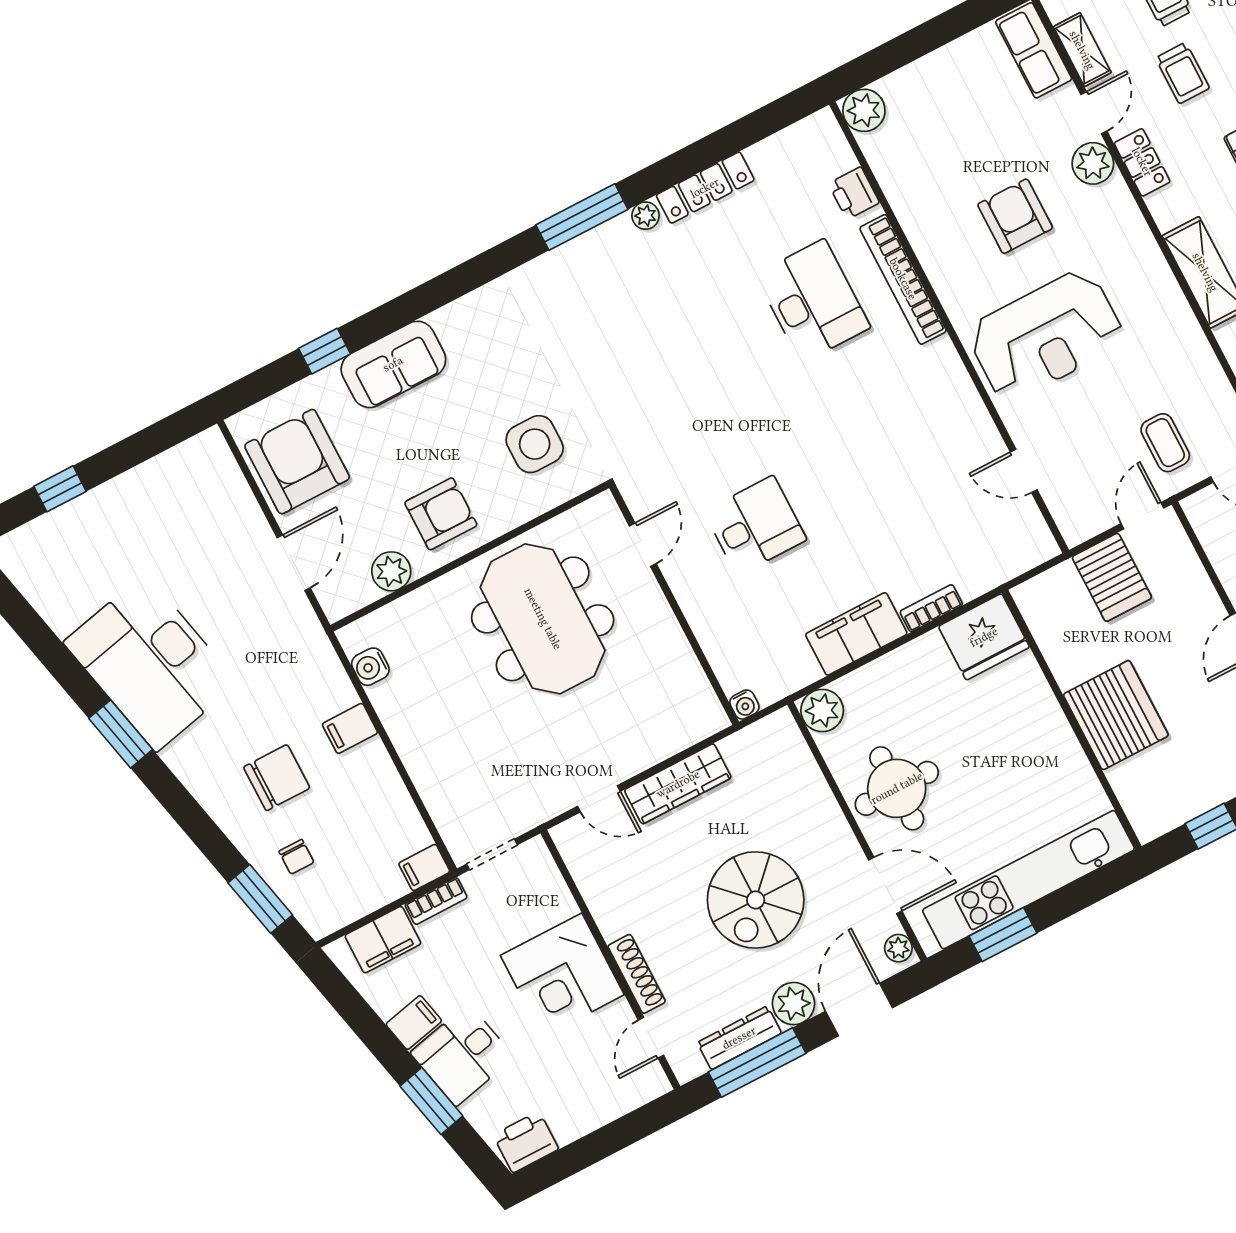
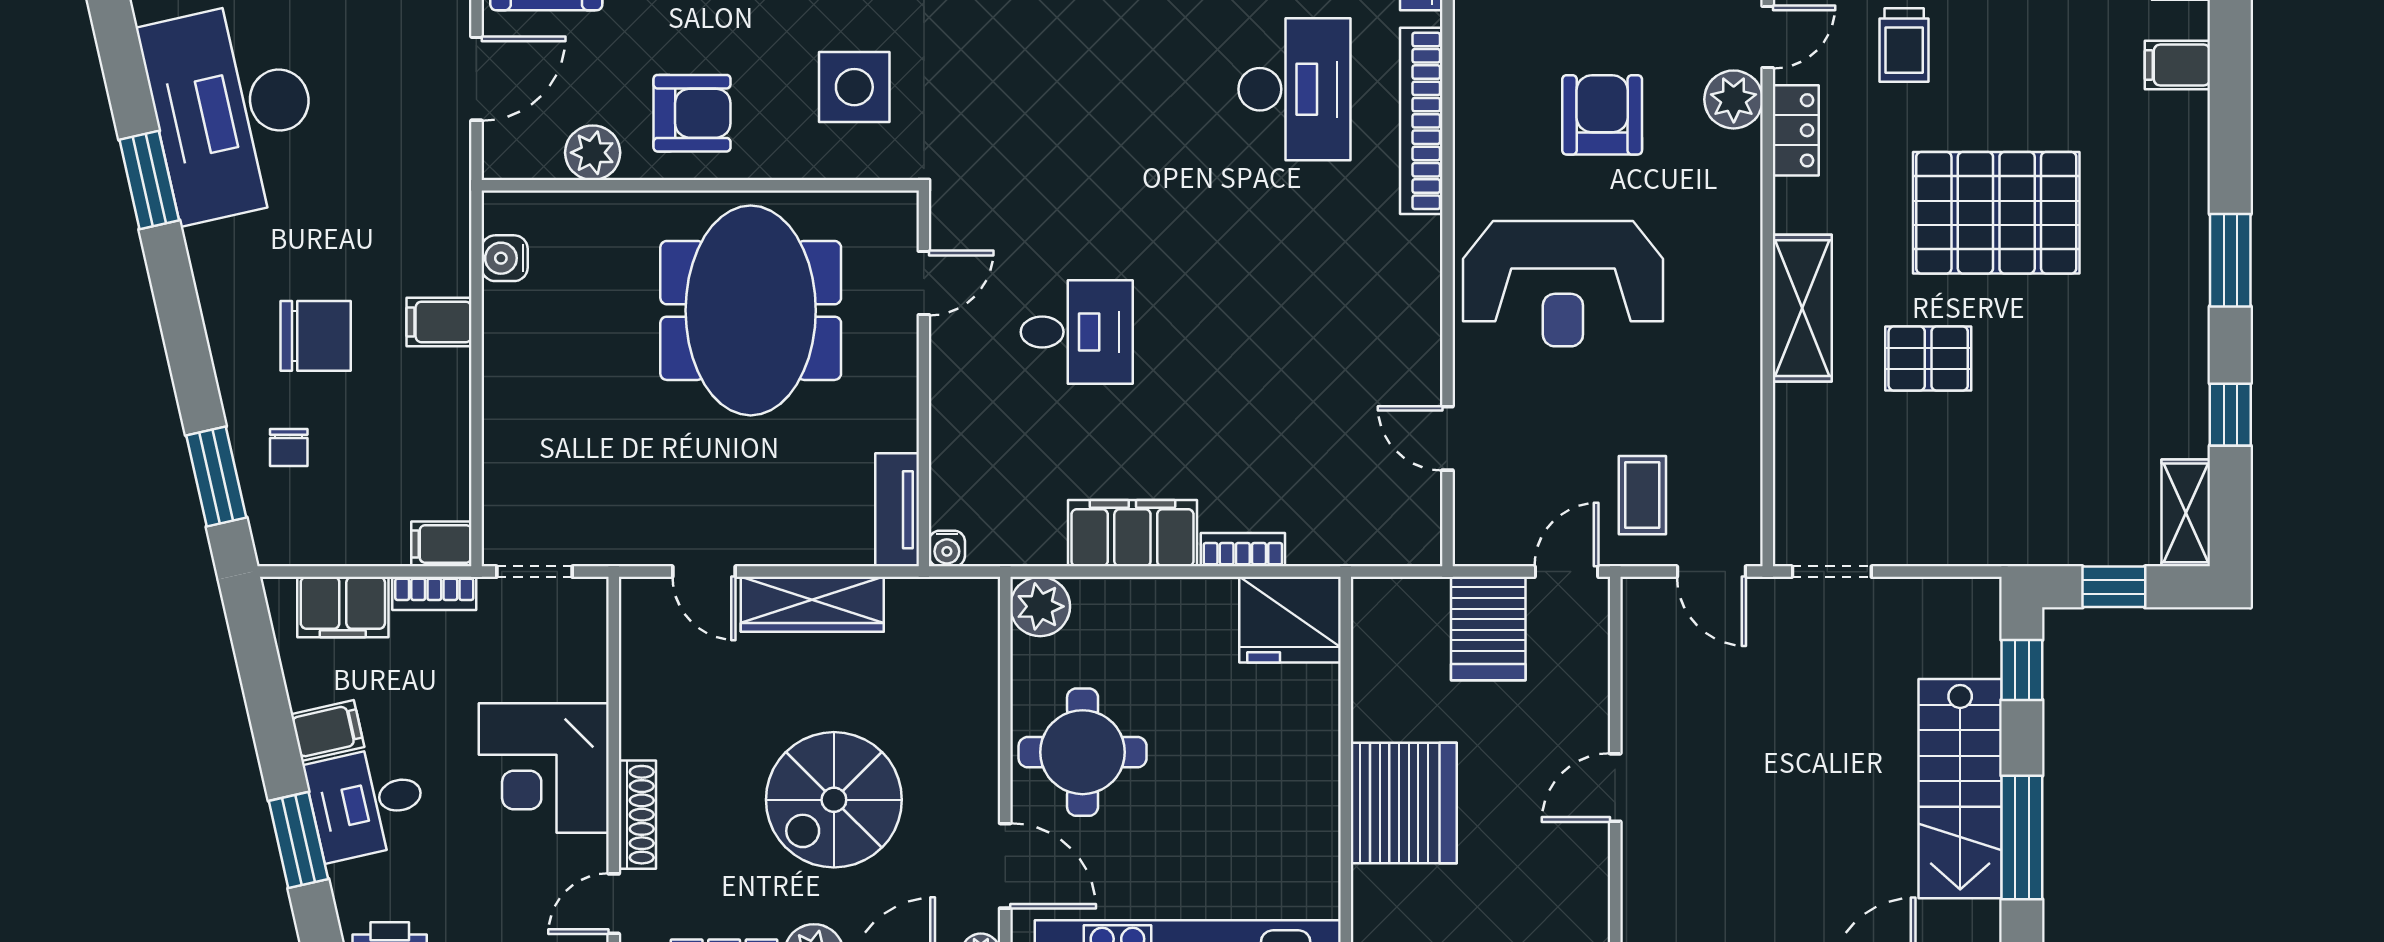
tv unit: (700, 696) -> (897, 510), added

